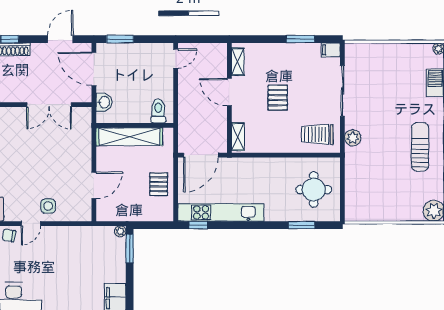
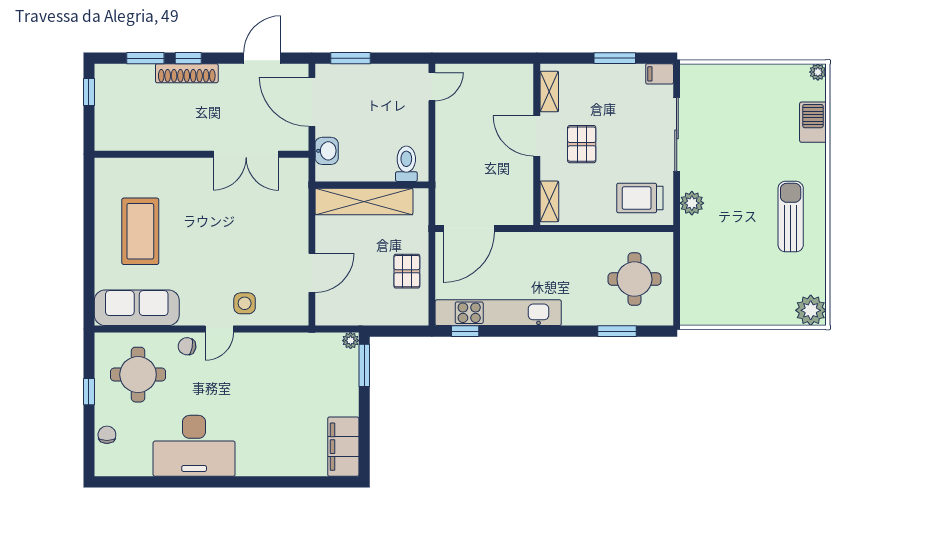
shelving: (238, 62) -> (549, 92), moved
door: (229, 92) -> (537, 136), moved
wall: (229, 98) -> (537, 144), moved
shelving: (238, 137) -> (549, 201), moved

